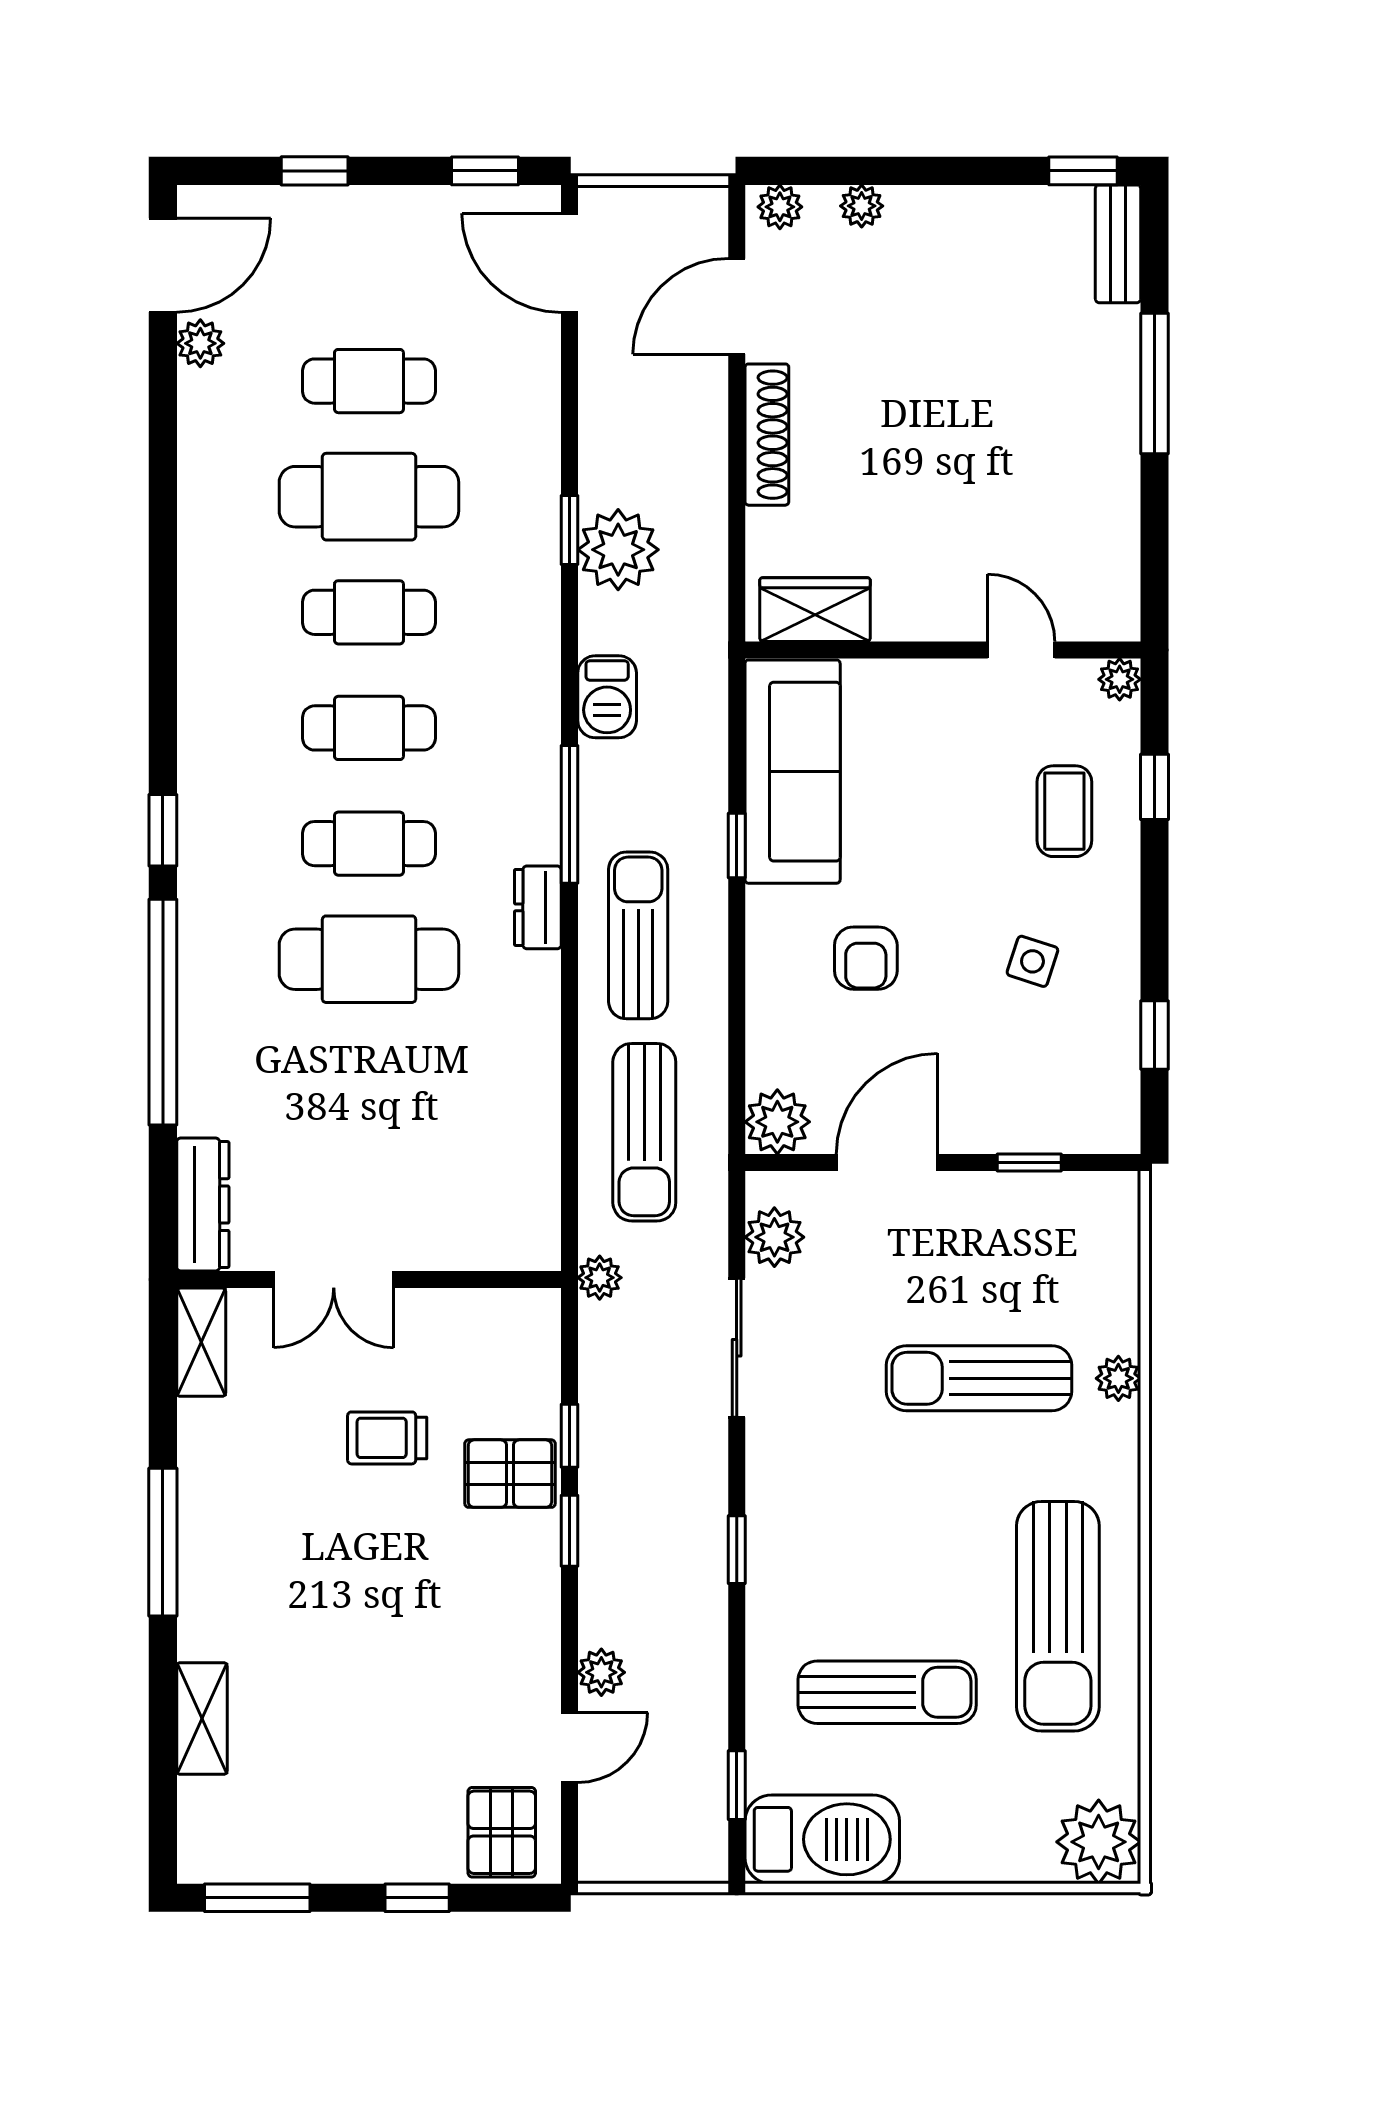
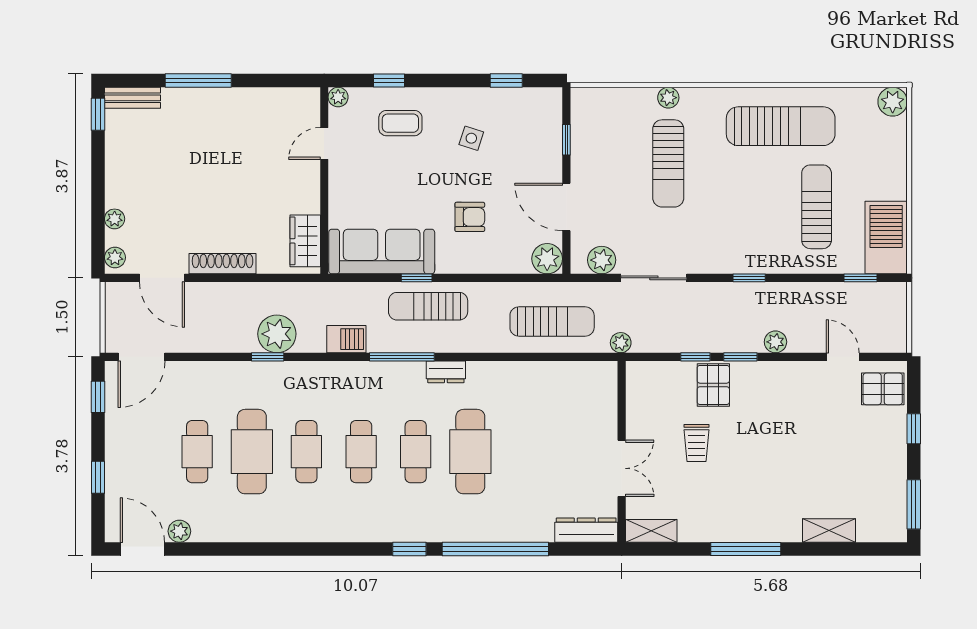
sun lounger: (638, 935) -> (428, 306), moved
plant: (601, 1672) -> (775, 342), moved
plant: (1099, 1842) -> (893, 102), width x0.73, depth x0.73

